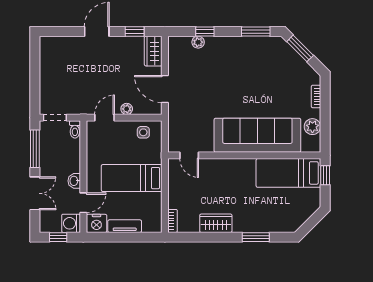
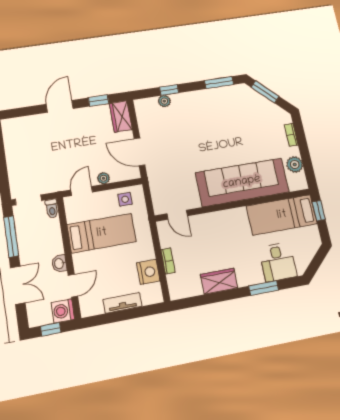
bed: (132, 178) -> (102, 233), moved, turned 180
desk: (274, 216) -> (278, 262), added
bookcase: (173, 221) -> (168, 261), moved
nightstand: (96, 223) -> (148, 272), moved, turned -90

